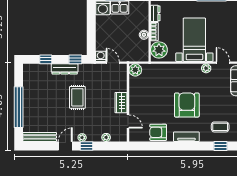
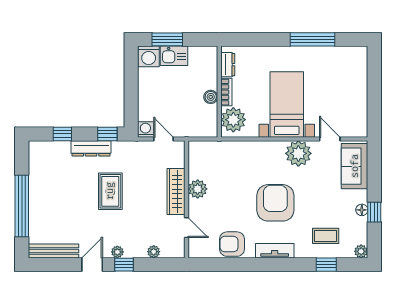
plant: (206, 68) -> (298, 153), width x1.87, depth x1.87
plant: (135, 70) -> (198, 189), moved
wardrobe: (121, 103) -> (176, 191), width x1.50

